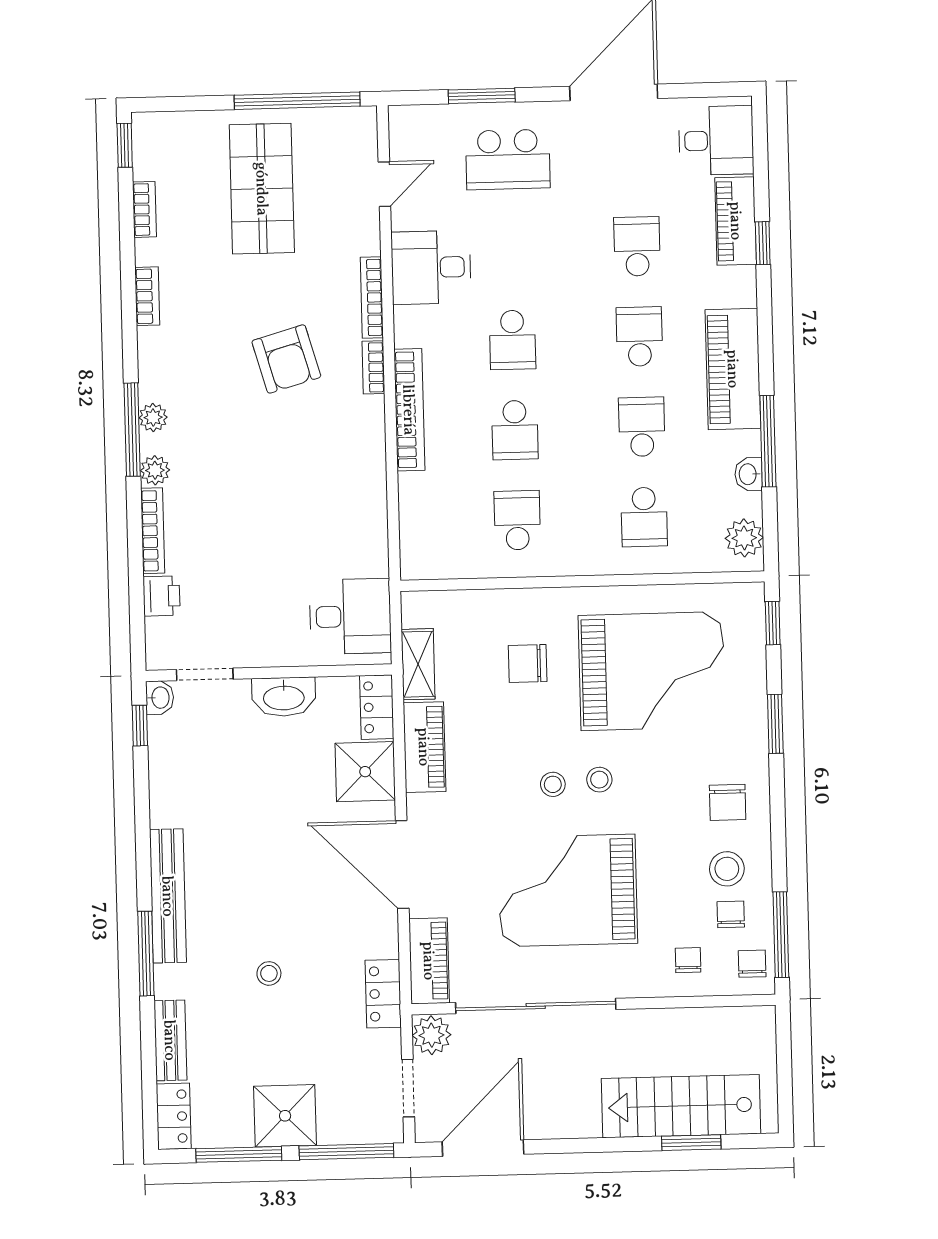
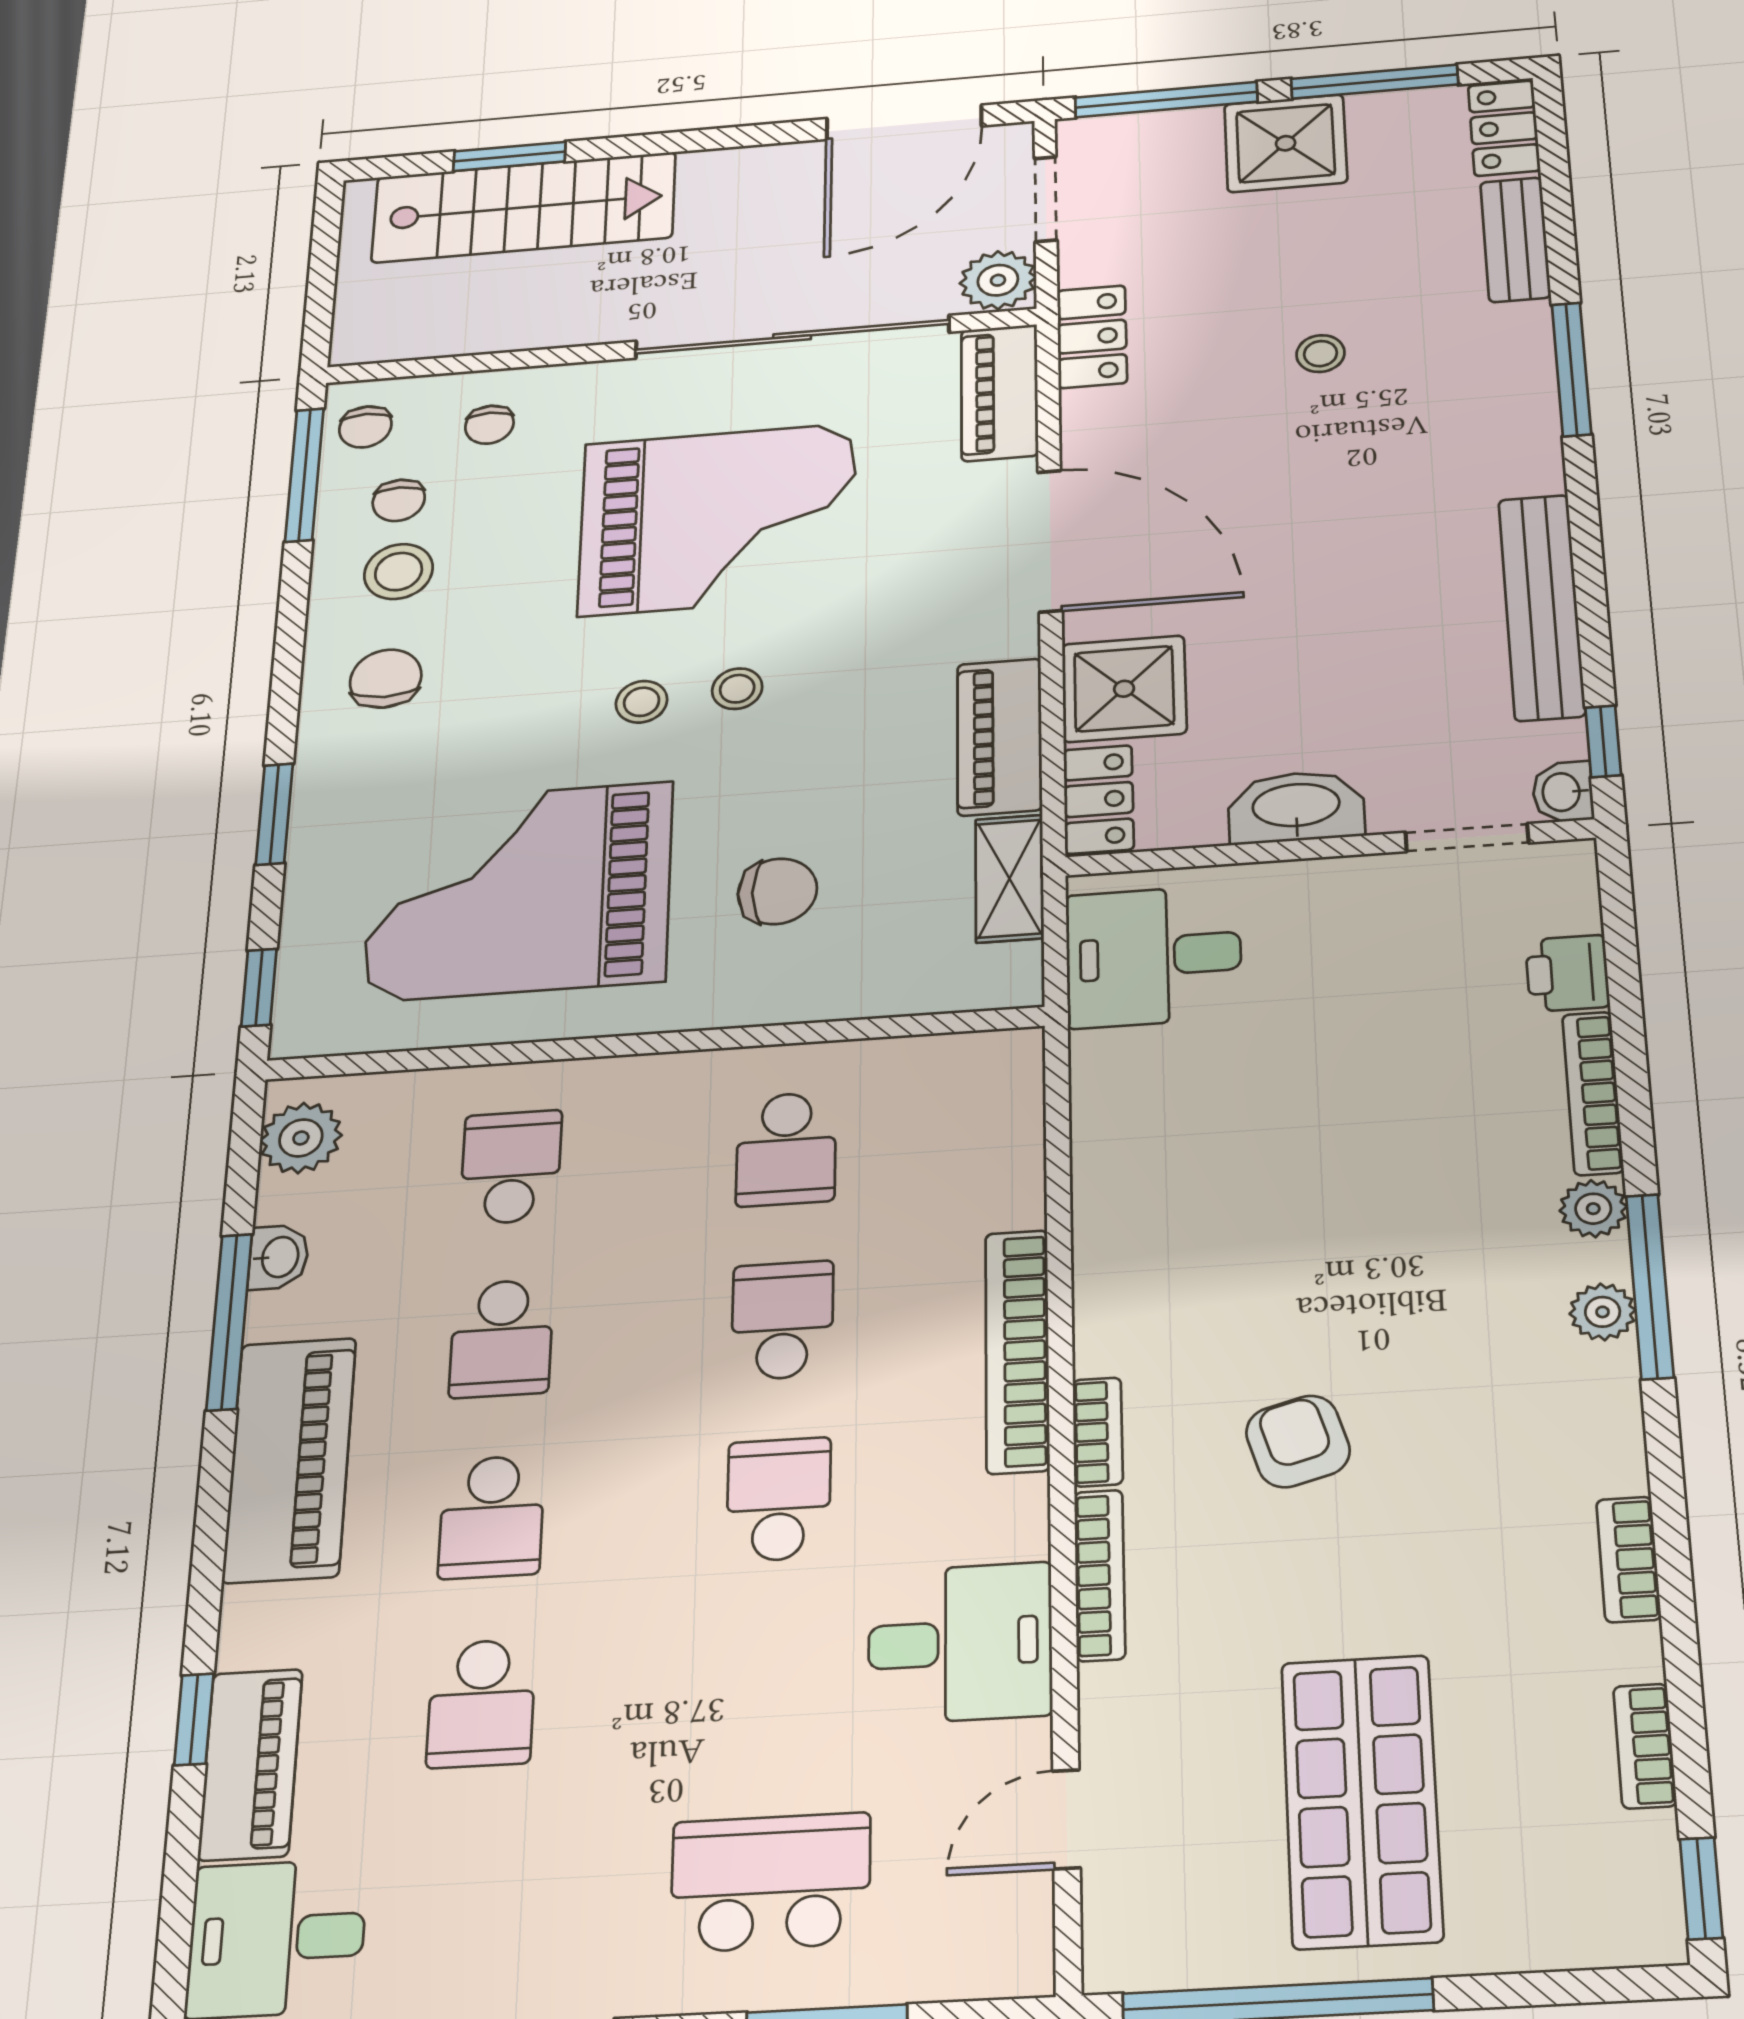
armchair: (286, 359) -> (1298, 1441), width x0.72, depth x0.72
bench: (168, 896) -> (1542, 607), moved

